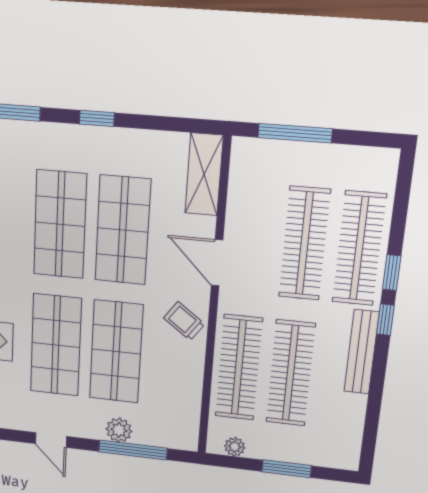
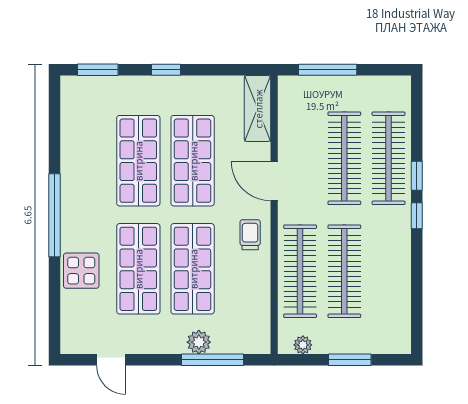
trolley: (184, 321) -> (250, 235), turned 54
bench: (362, 352) -> (401, 246), removed
door: (51, 440) -> (111, 360), moved

